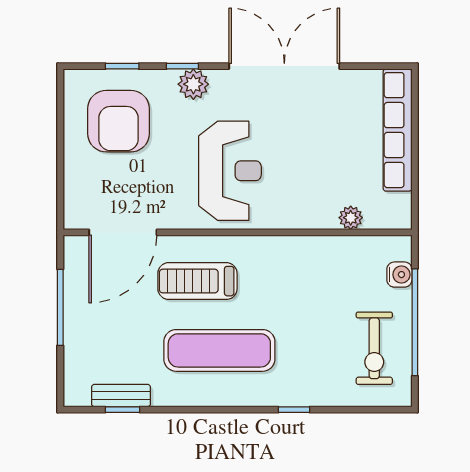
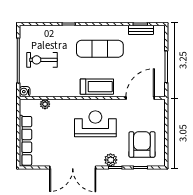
reception desk: (230, 171) -> (95, 124), turned 90
water cooler: (399, 275) -> (25, 92), moved
treadmill: (197, 281) -> (97, 87), moved
exercise bike: (374, 348) -> (42, 60), moved, turned -90

